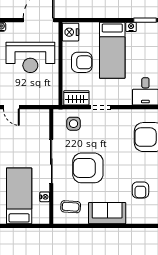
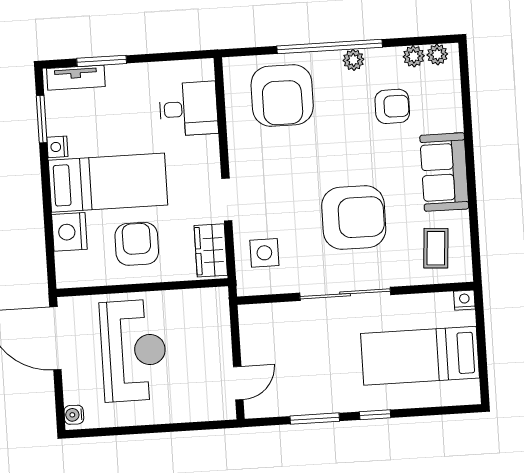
nightstand: (70, 32) -> (69, 232), moved, turned 90
armchair: (88, 168) -> (354, 218), turned -90
nightstand: (45, 197) -> (464, 300), moved

